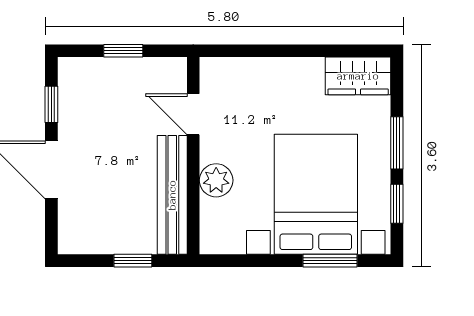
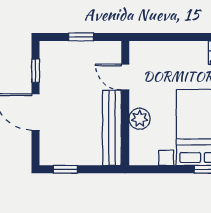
window: (133, 261) -> (65, 169), moved

